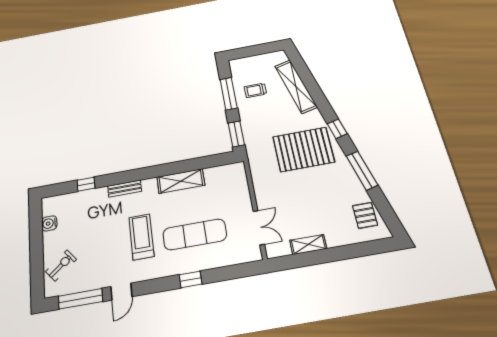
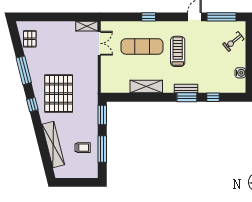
pallet: (303, 149) -> (59, 94), turned 90
window: (122, 178) -> (187, 97), added
double door: (259, 228) -> (99, 43), swing flipped
treadmill: (141, 237) -> (178, 51), turned 180
shelving: (308, 244) -> (87, 26), moved

